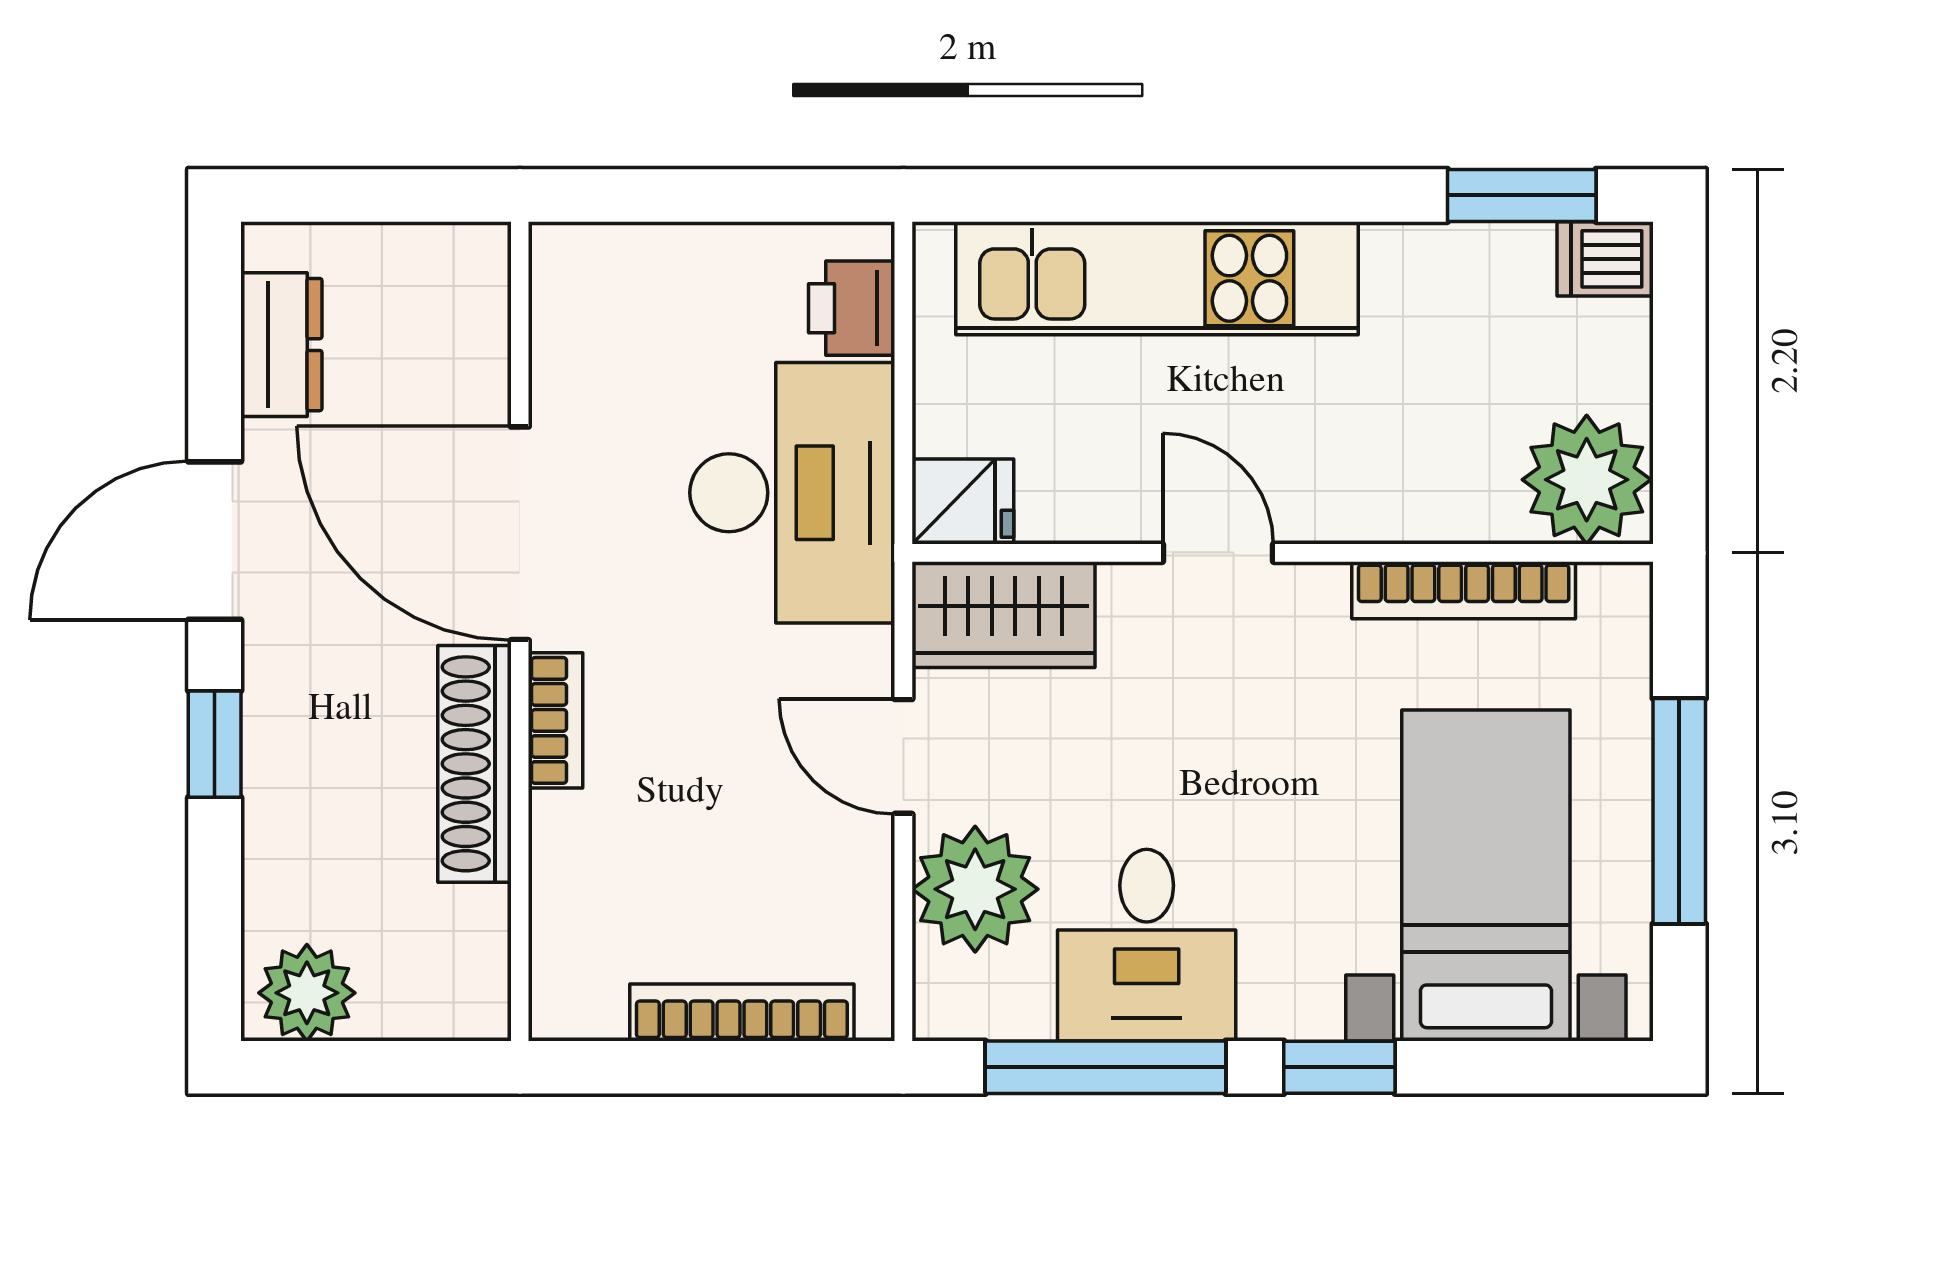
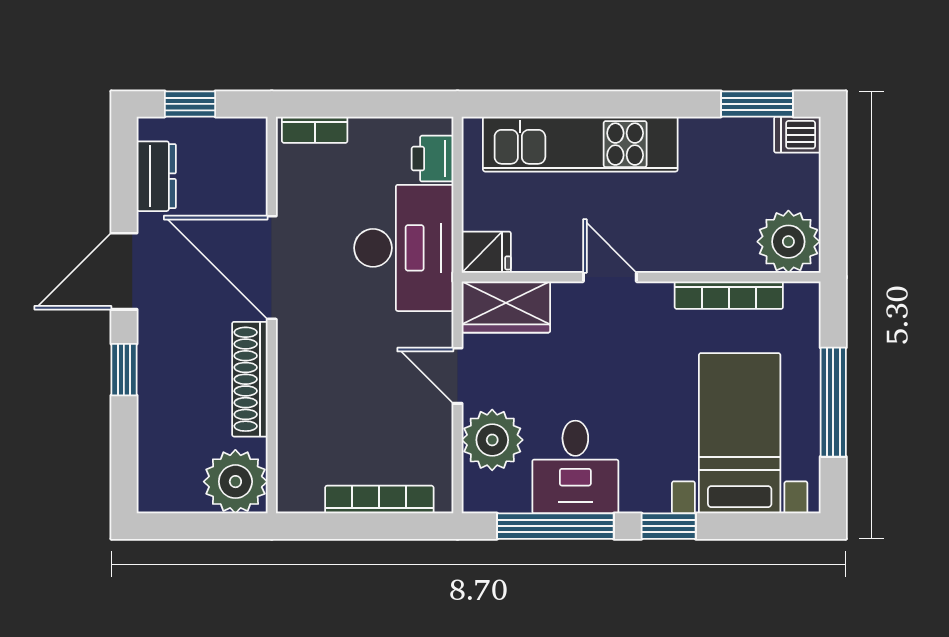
window: (351, 195) -> (190, 104), added
bookcase: (556, 720) -> (315, 130), moved, turned 90
plant: (307, 993) -> (235, 482), moved, width x1.36, depth x1.36

